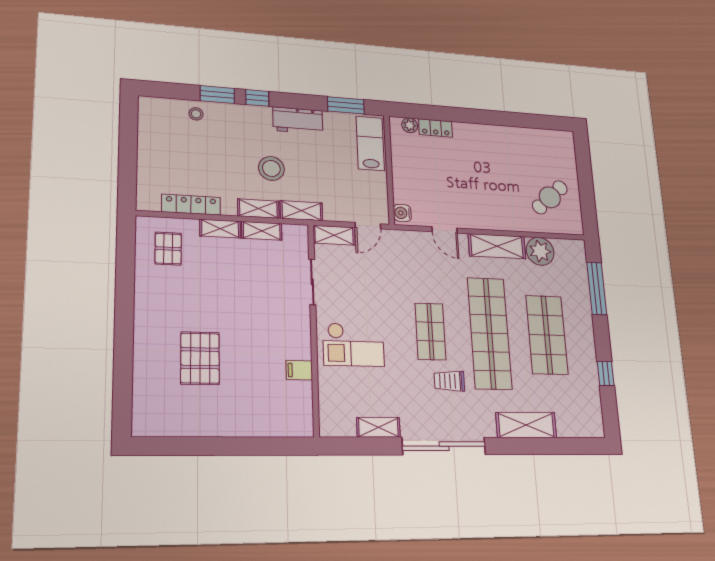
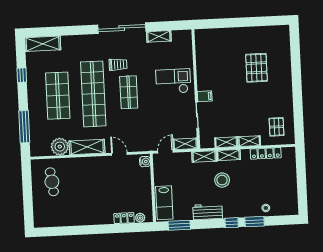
cafe table: (550, 197) -> (52, 182), turned -55
filing cabinet: (299, 370) -> (205, 96), moved
shelving: (526, 425) -> (43, 44), moved

